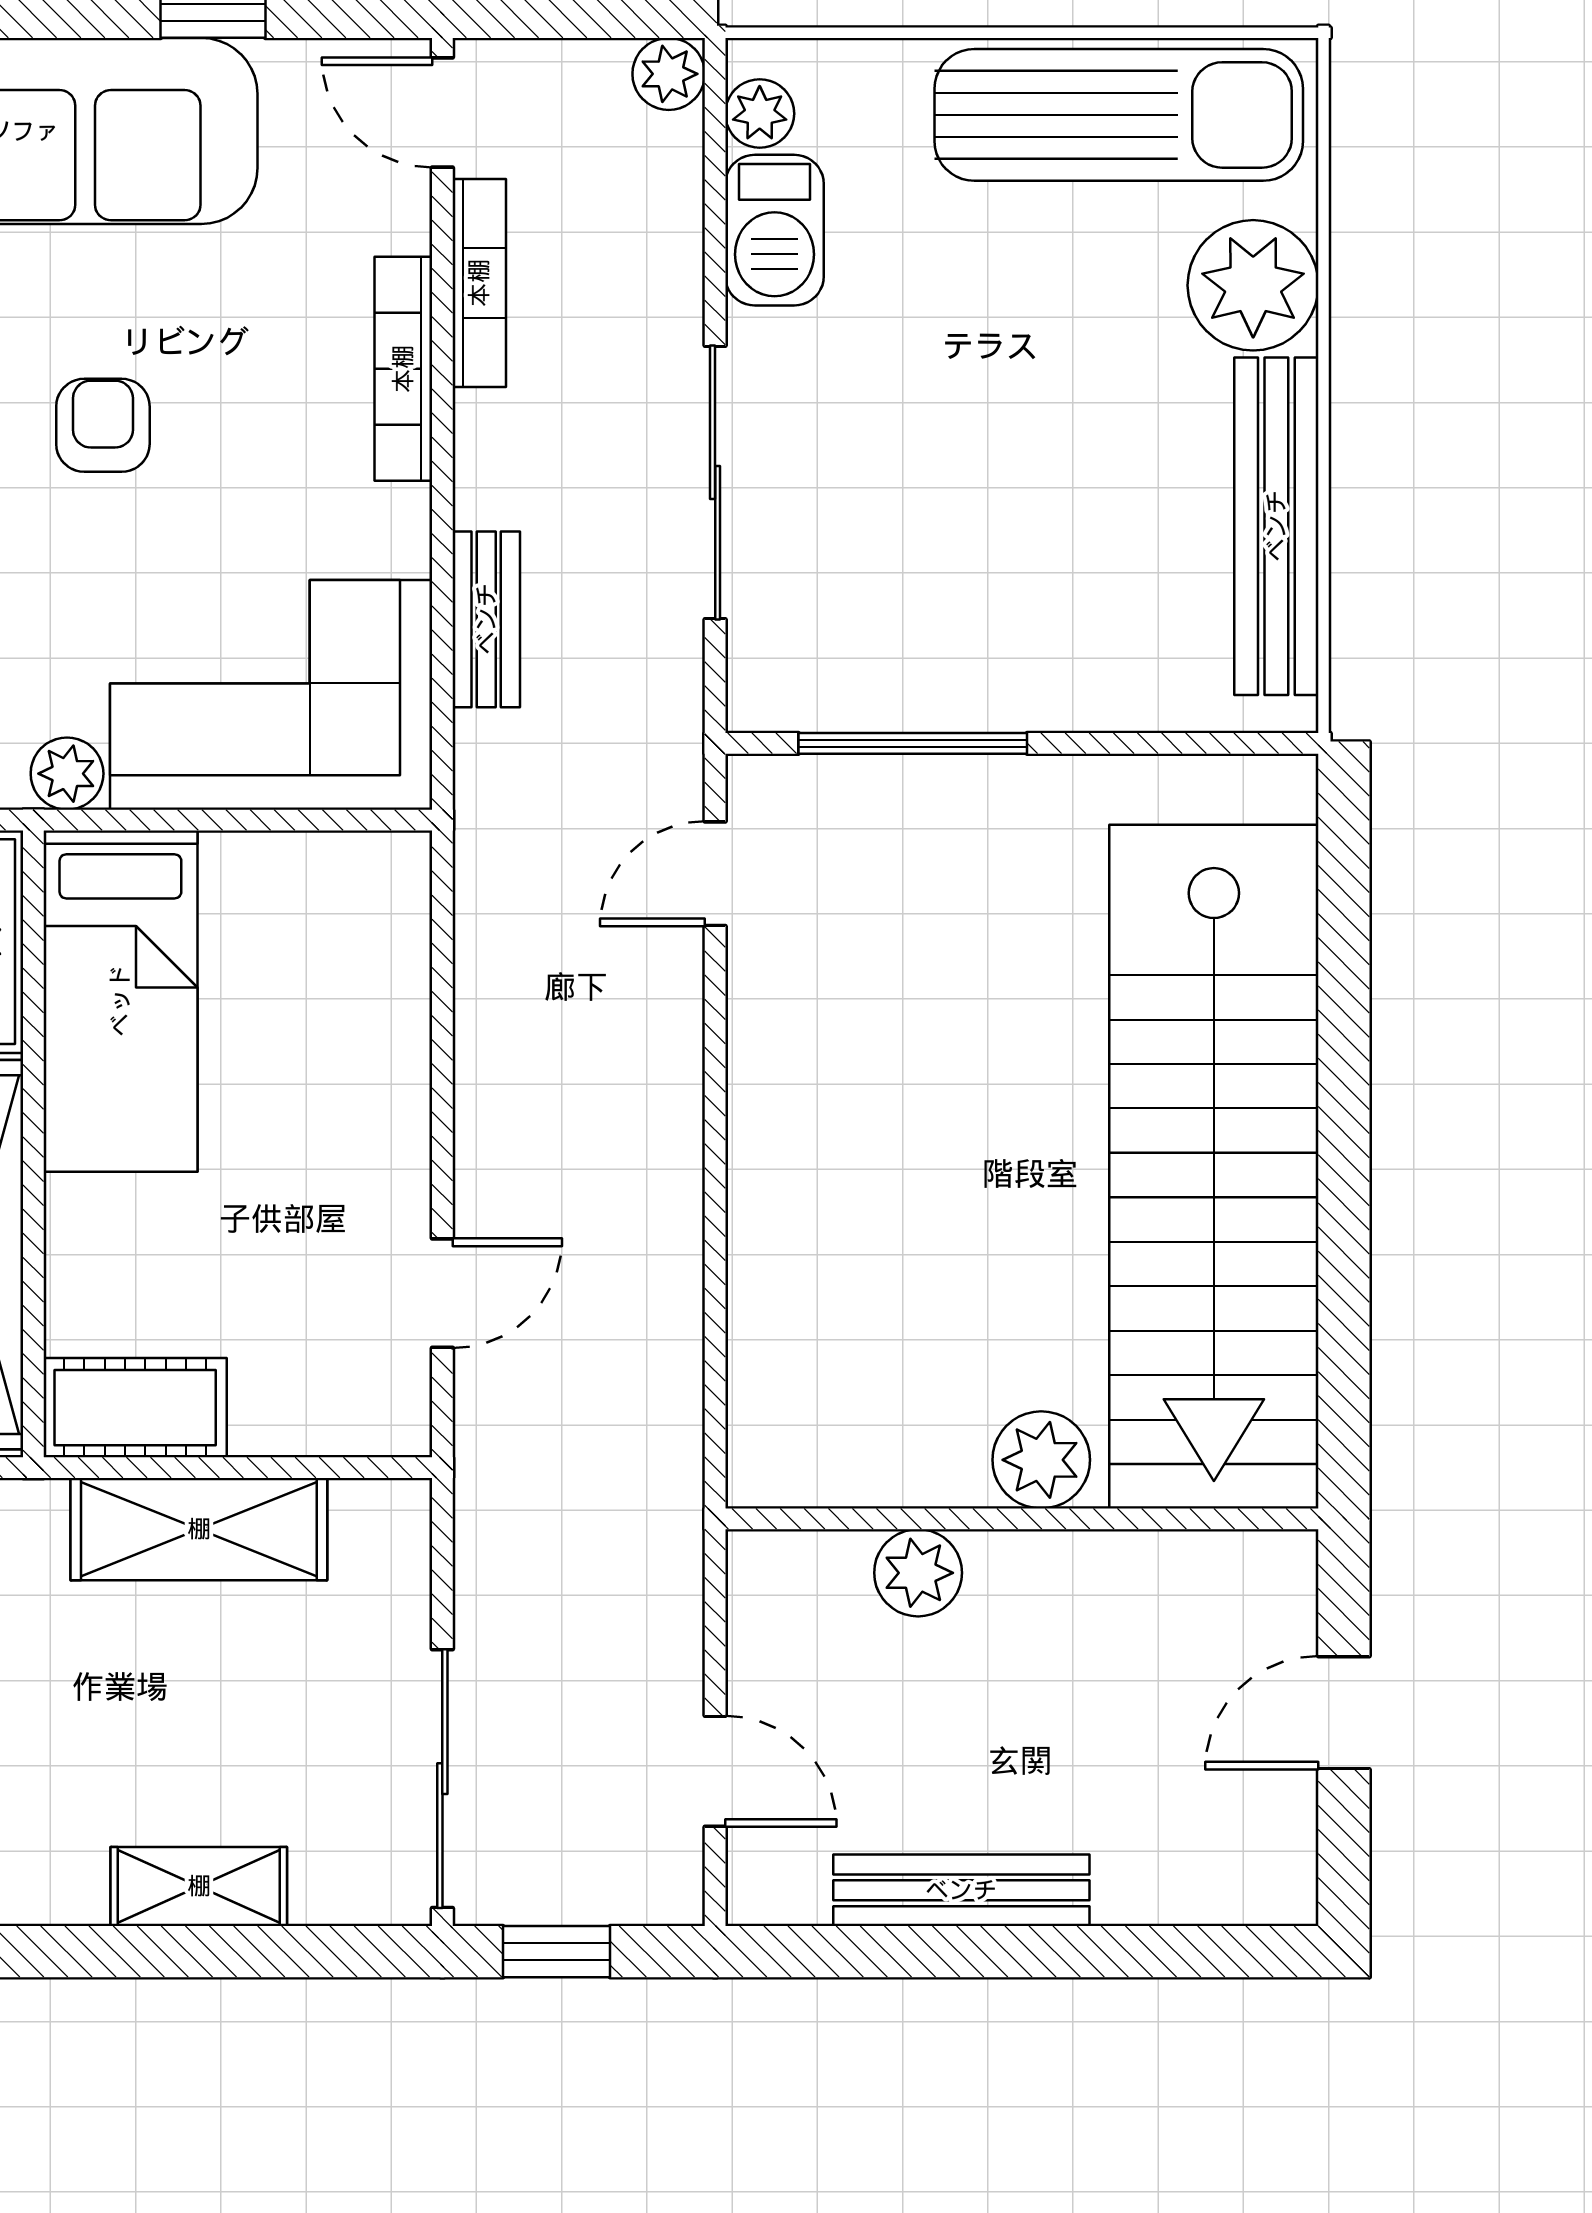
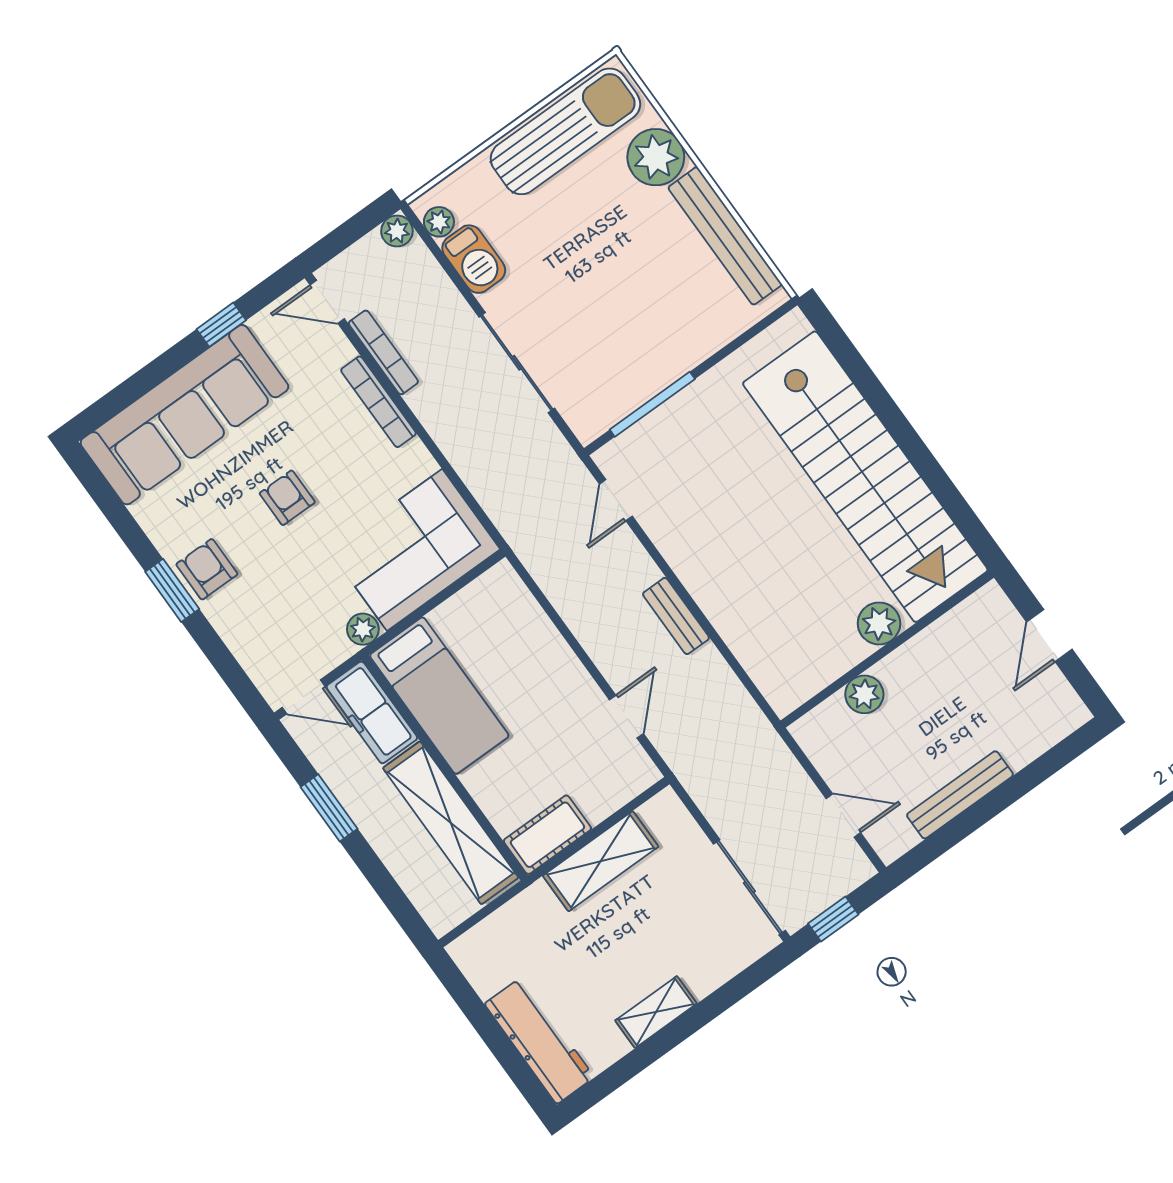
bench: (486, 619) -> (676, 616), moved
shelving: (199, 1886) -> (656, 1012), moved

